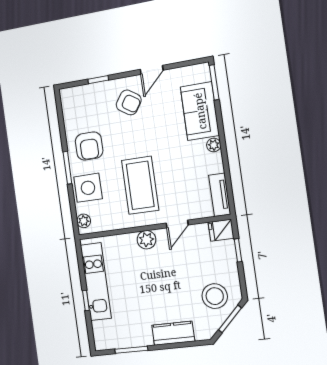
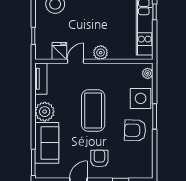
armchair: (129, 102) -> (99, 158), turned 56
plant: (214, 145) -> (45, 112), width x1.87, depth x1.87
armchair: (89, 146) -> (135, 130), turned -88
coffee table: (140, 185) -> (93, 110), moved
fridge: (221, 230) -> (59, 51), moved, turned -90

